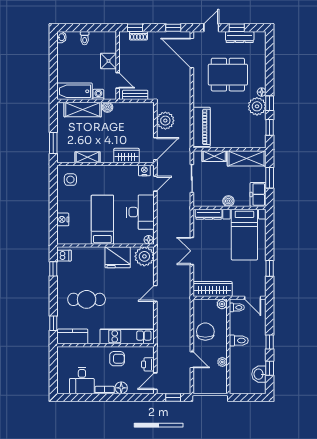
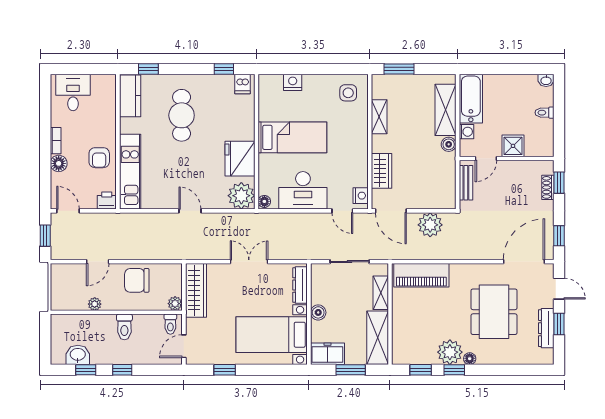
chair: (205, 332) -> (137, 280), turned 180
printer: (148, 364) -> (107, 201), moved
desk: (82, 381) -> (73, 92), moved, turned 90

